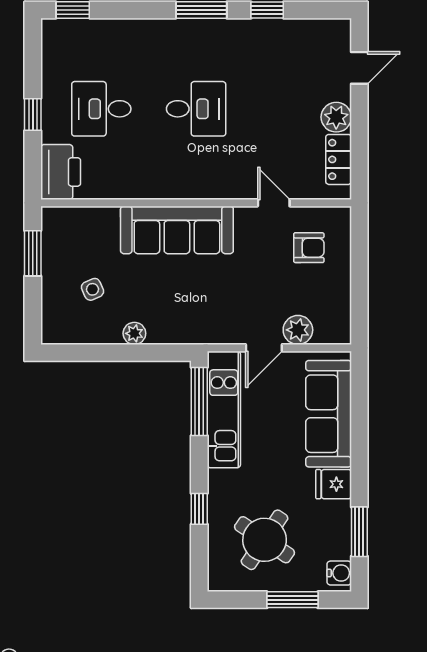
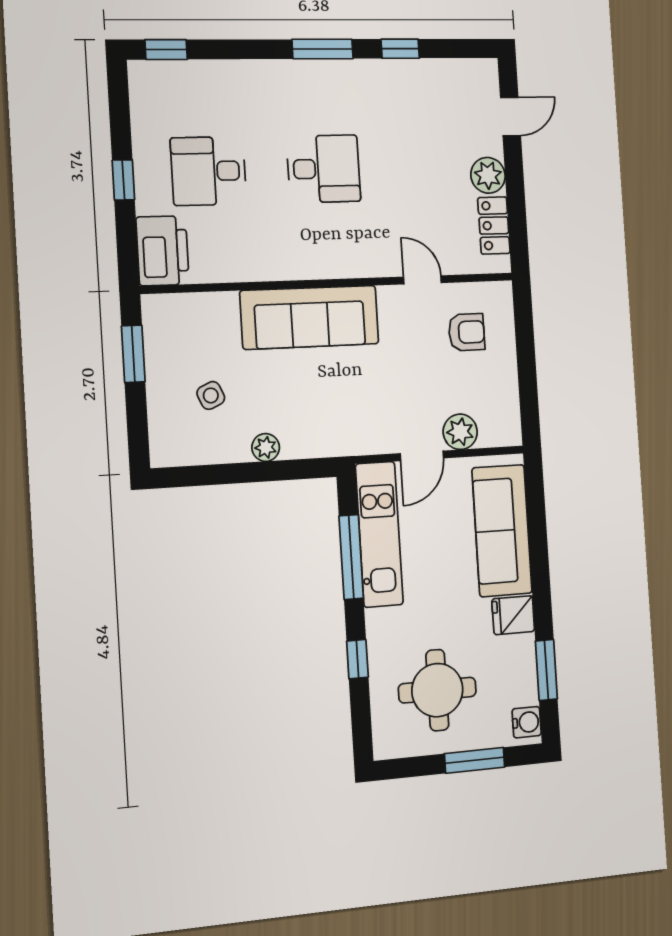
window: (199, 401) -> (351, 557), moved
round table: (265, 540) -> (437, 690), turned -34

